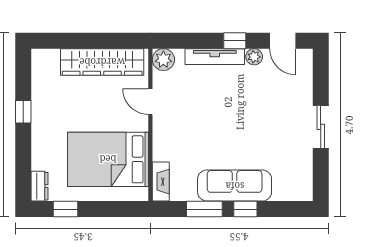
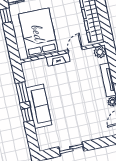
sliding door: (321, 127) -> (71, 149), moved
fireplace: (161, 182) -> (58, 59), moved

